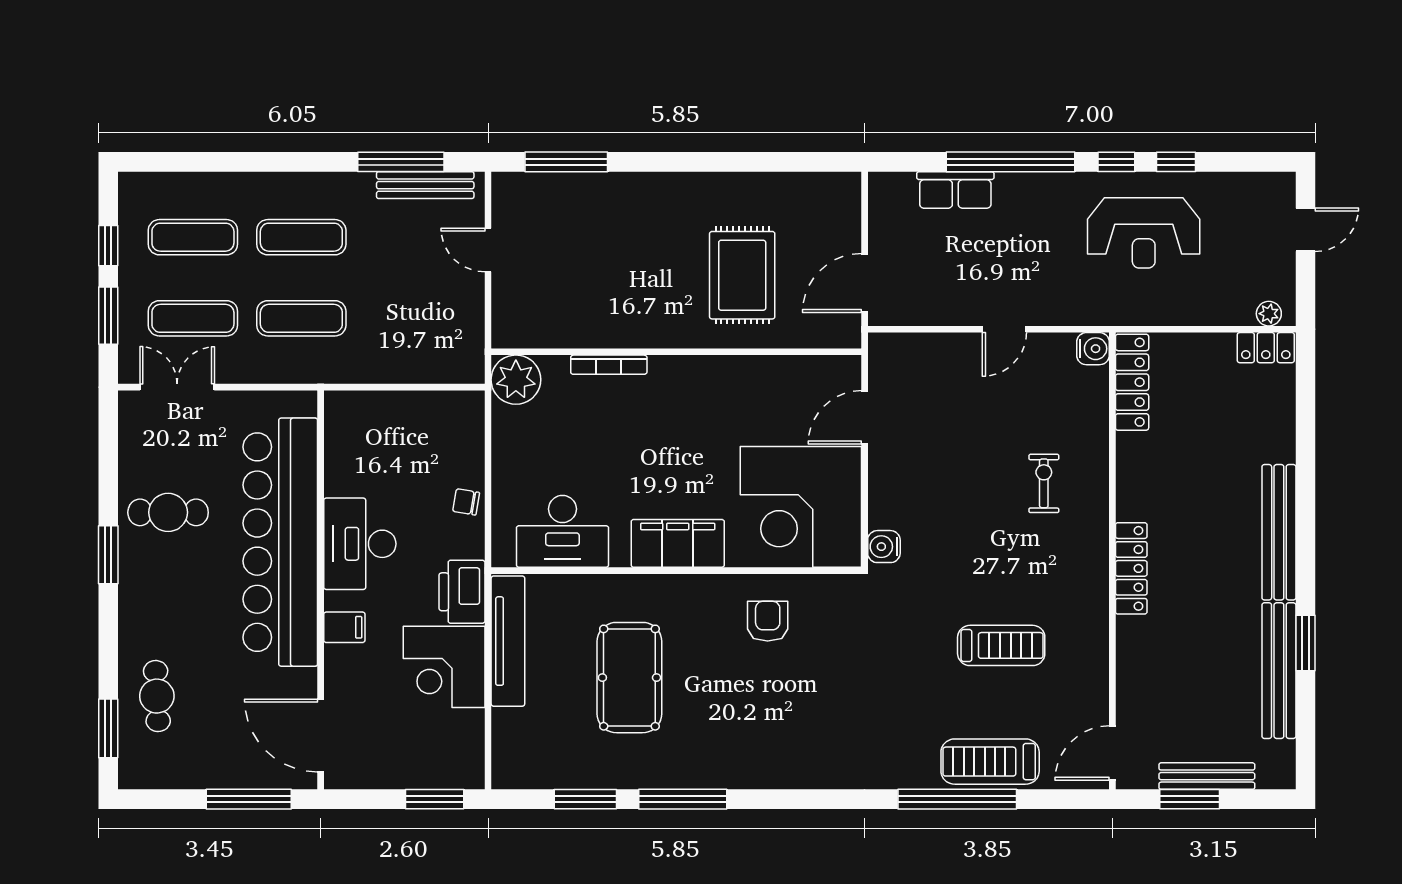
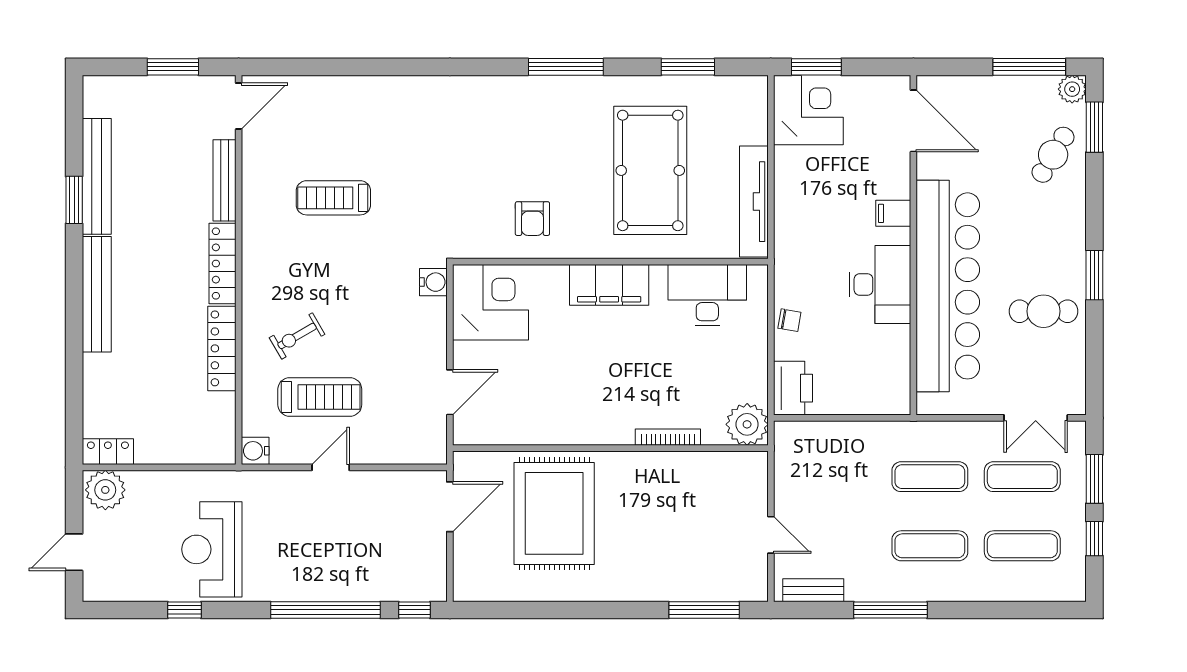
window: (401, 162) -> (890, 610), moved
window: (1116, 162) -> (414, 610), moved
bench: (425, 185) -> (813, 590), width x0.73
row of seats: (955, 190) -> (372, 586), removed
reception desk: (1144, 233) -> (212, 549), turned -90
rug: (742, 275) -> (554, 513), width x1.37, depth x1.44
plant: (1269, 314) -> (105, 490), width x1.87, depth x1.87
locker: (1132, 382) -> (222, 348), moved
exercise bike: (1044, 483) -> (297, 336), turned 60
corner desk: (801, 507) -> (491, 302), width x0.74, depth x0.74
printer: (462, 592) -> (793, 388), moved
corner desk: (444, 667) -> (808, 110), moved
pool table: (629, 678) -> (650, 170), width x1.36, depth x1.32
cafe table: (157, 696) -> (1053, 155), turned 34
treadmill: (990, 762) -> (320, 397), moved
plant: (134, 773) -> (1072, 89), added
bench: (1207, 776) -> (225, 180), moved, turned 90
window: (249, 799) -> (1029, 67), moved
window: (683, 799) -> (566, 67), moved
window: (957, 799) -> (371, 67), removed

